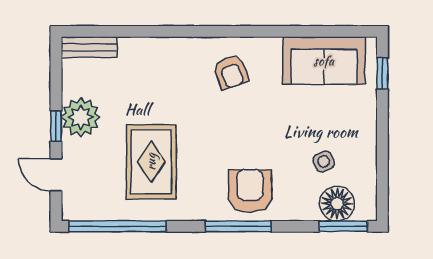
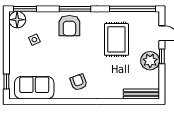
bench: (89, 47) -> (141, 94), width x1.36
floor lamp: (337, 204) -> (17, 20), moved

